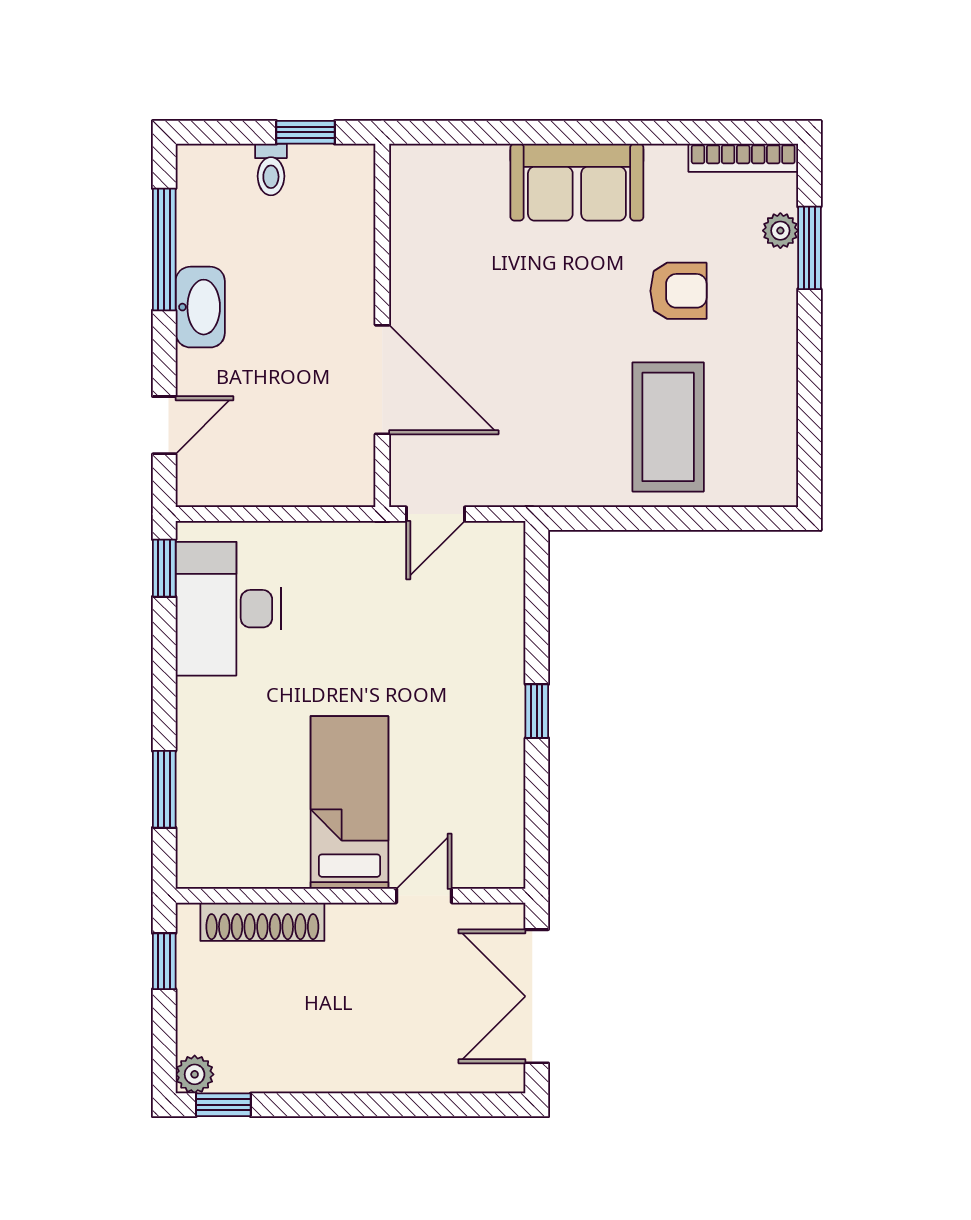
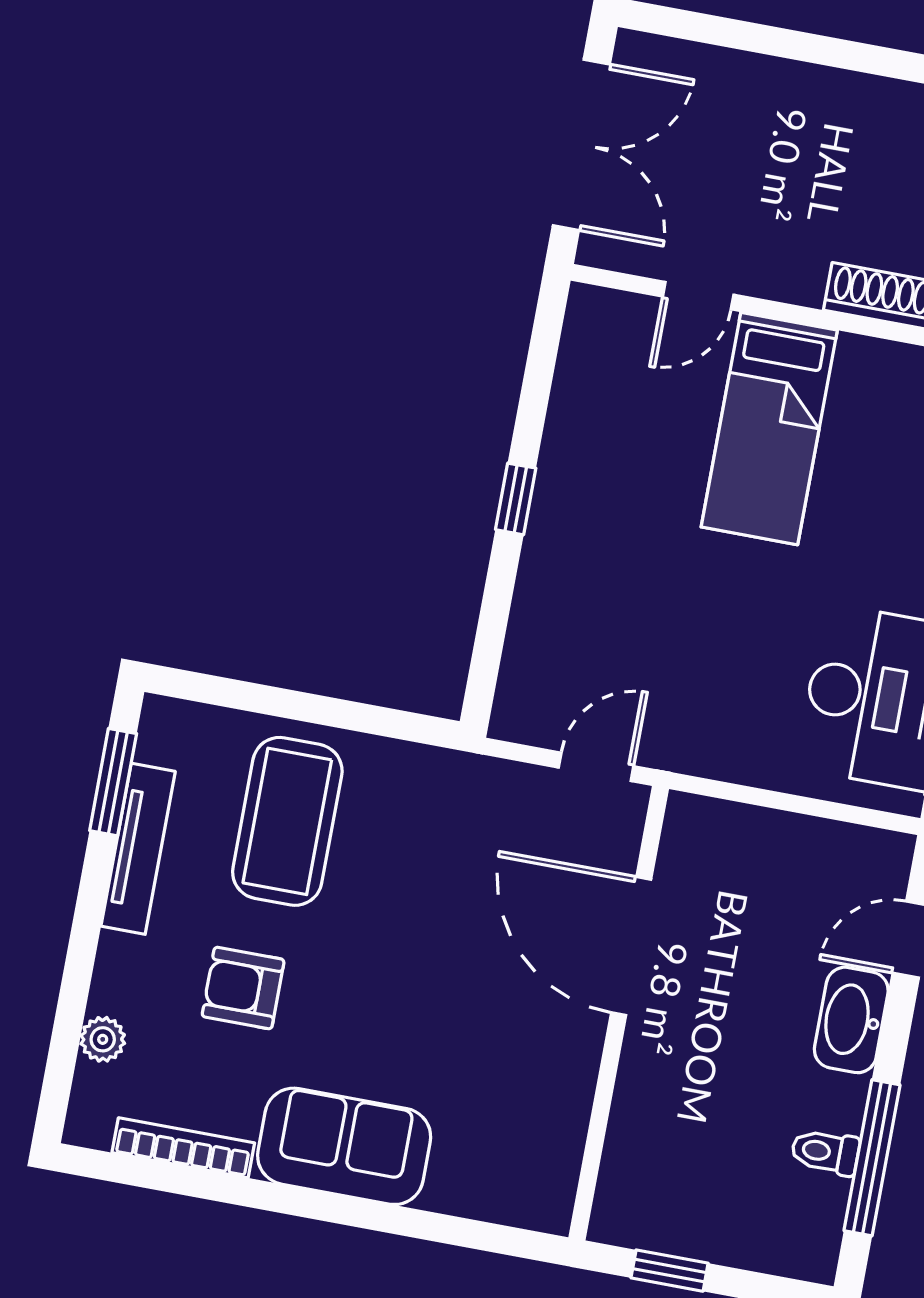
bookcase: (743, 158) -> (183, 1148), moved
toilet: (271, 170) -> (825, 1152), moved, turned -90
window: (809, 248) -> (113, 782), moved
washbasin: (200, 307) -> (851, 1020), moved
tv unit: (780, 384) -> (138, 849), added

